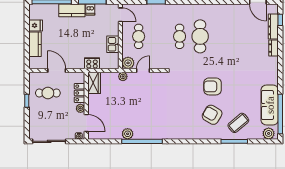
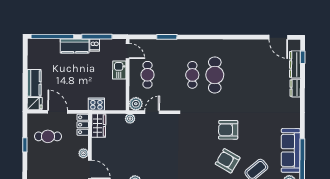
fridge: (36, 25) -> (35, 104), moved
kitchen sink: (113, 44) -> (119, 70), moved
locker: (80, 93) -> (83, 125), moved

